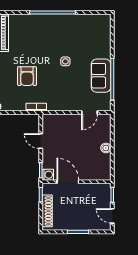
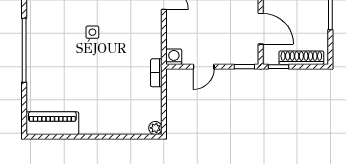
armchair: (27, 76) -> (113, 86), removed
washing machine: (48, 175) -> (174, 57), moved
door: (68, 182) -> (261, 29), swing flipped

